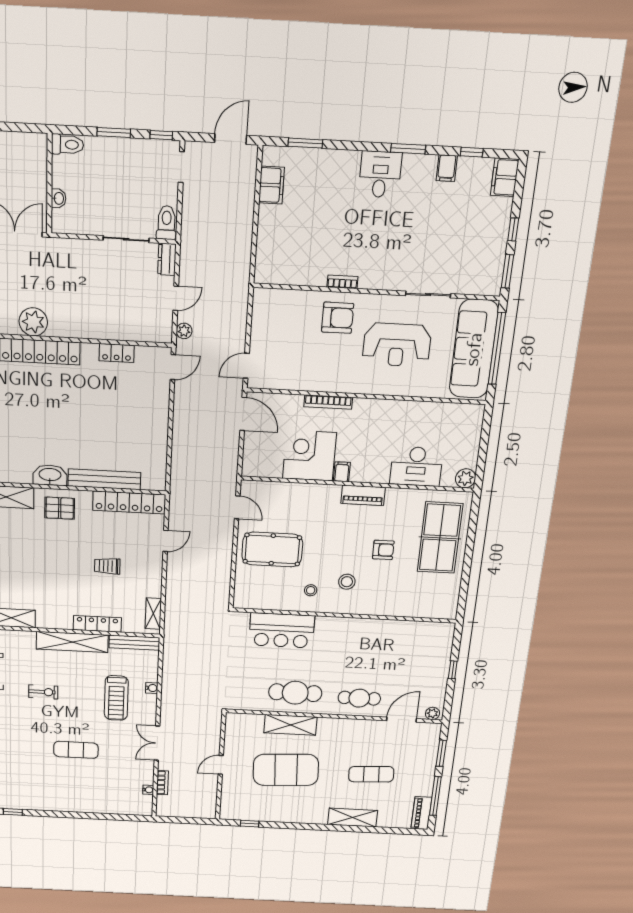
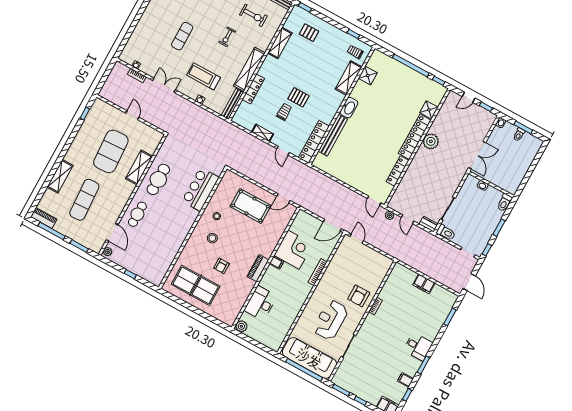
filing cabinet: (271, 185) -> (424, 284), moved
locker: (117, 353) -> (398, 171), width x1.53
pallet: (60, 508) -> (298, 97), moved, turned 90
table tennis table: (440, 538) -> (196, 285), moved
pool table: (272, 549) -> (251, 206), turned 90
shelving: (153, 614) -> (263, 133), moved
exercise mat: (371, 774) -> (84, 200), width x1.36, depth x1.45

